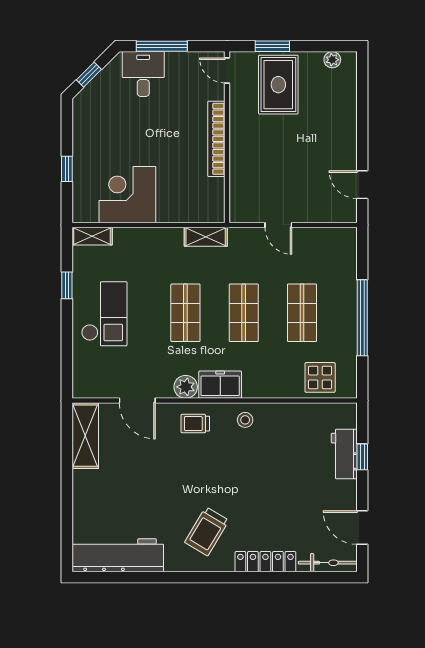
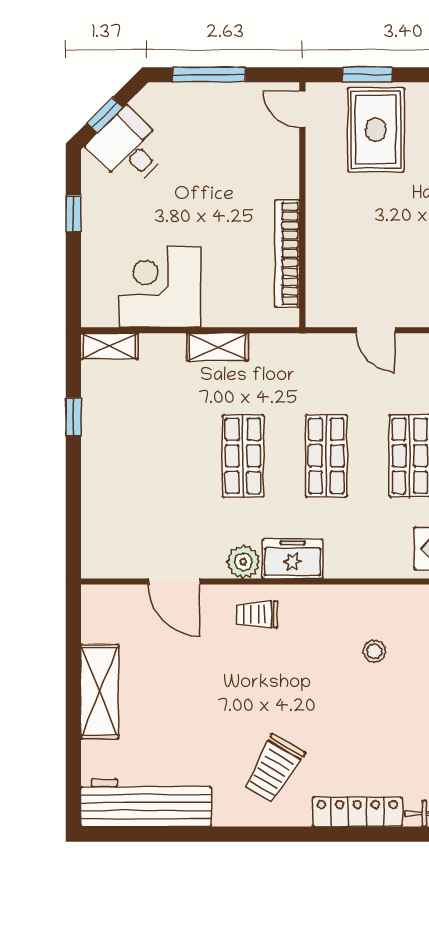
desk: (143, 74) -> (128, 148), moved, turned -45
bookcase: (216, 139) -> (287, 254), moved
window: (67, 169) -> (73, 214), moved
shelving: (206, 237) -> (218, 347), moved
checkout: (104, 314) -> (127, 457), removed
stool: (245, 420) -> (374, 651), moved
shelving: (85, 436) -> (100, 692), moved

